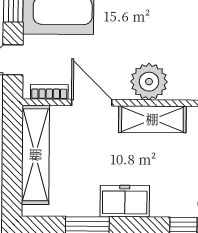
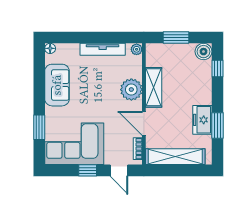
door: (92, 103) -> (144, 123), hinge flipped
freezer: (125, 201) -> (202, 120), moved

